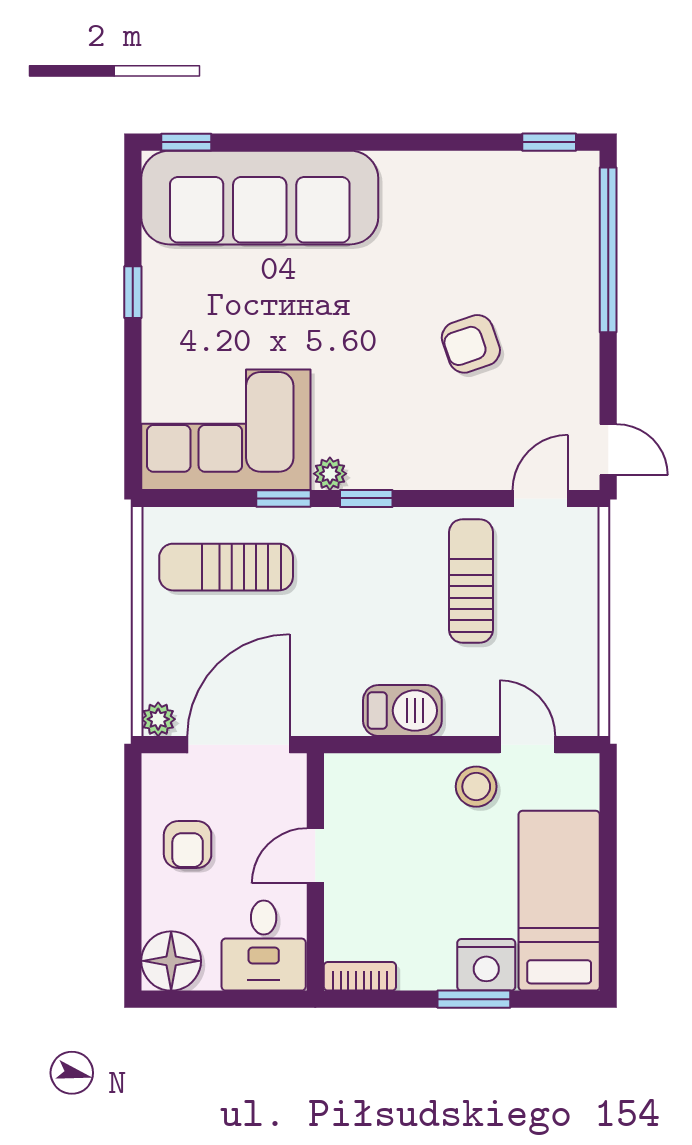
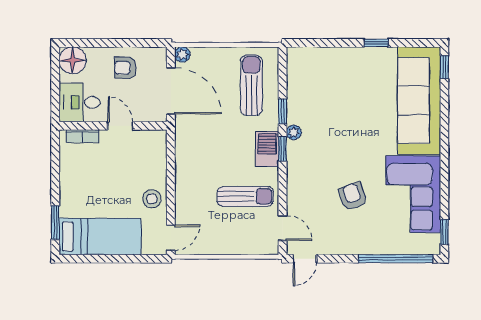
corner sofa: (226, 430) -> (413, 194), moved, turned 180
barbecue: (402, 711) -> (267, 149), moved, turned 180
door: (528, 745) -> (171, 238), moved
nightstand: (486, 965) -> (71, 203), removed
bookcase: (360, 976) -> (82, 136), moved, turned 90
window: (474, 999) -> (55, 223), moved

